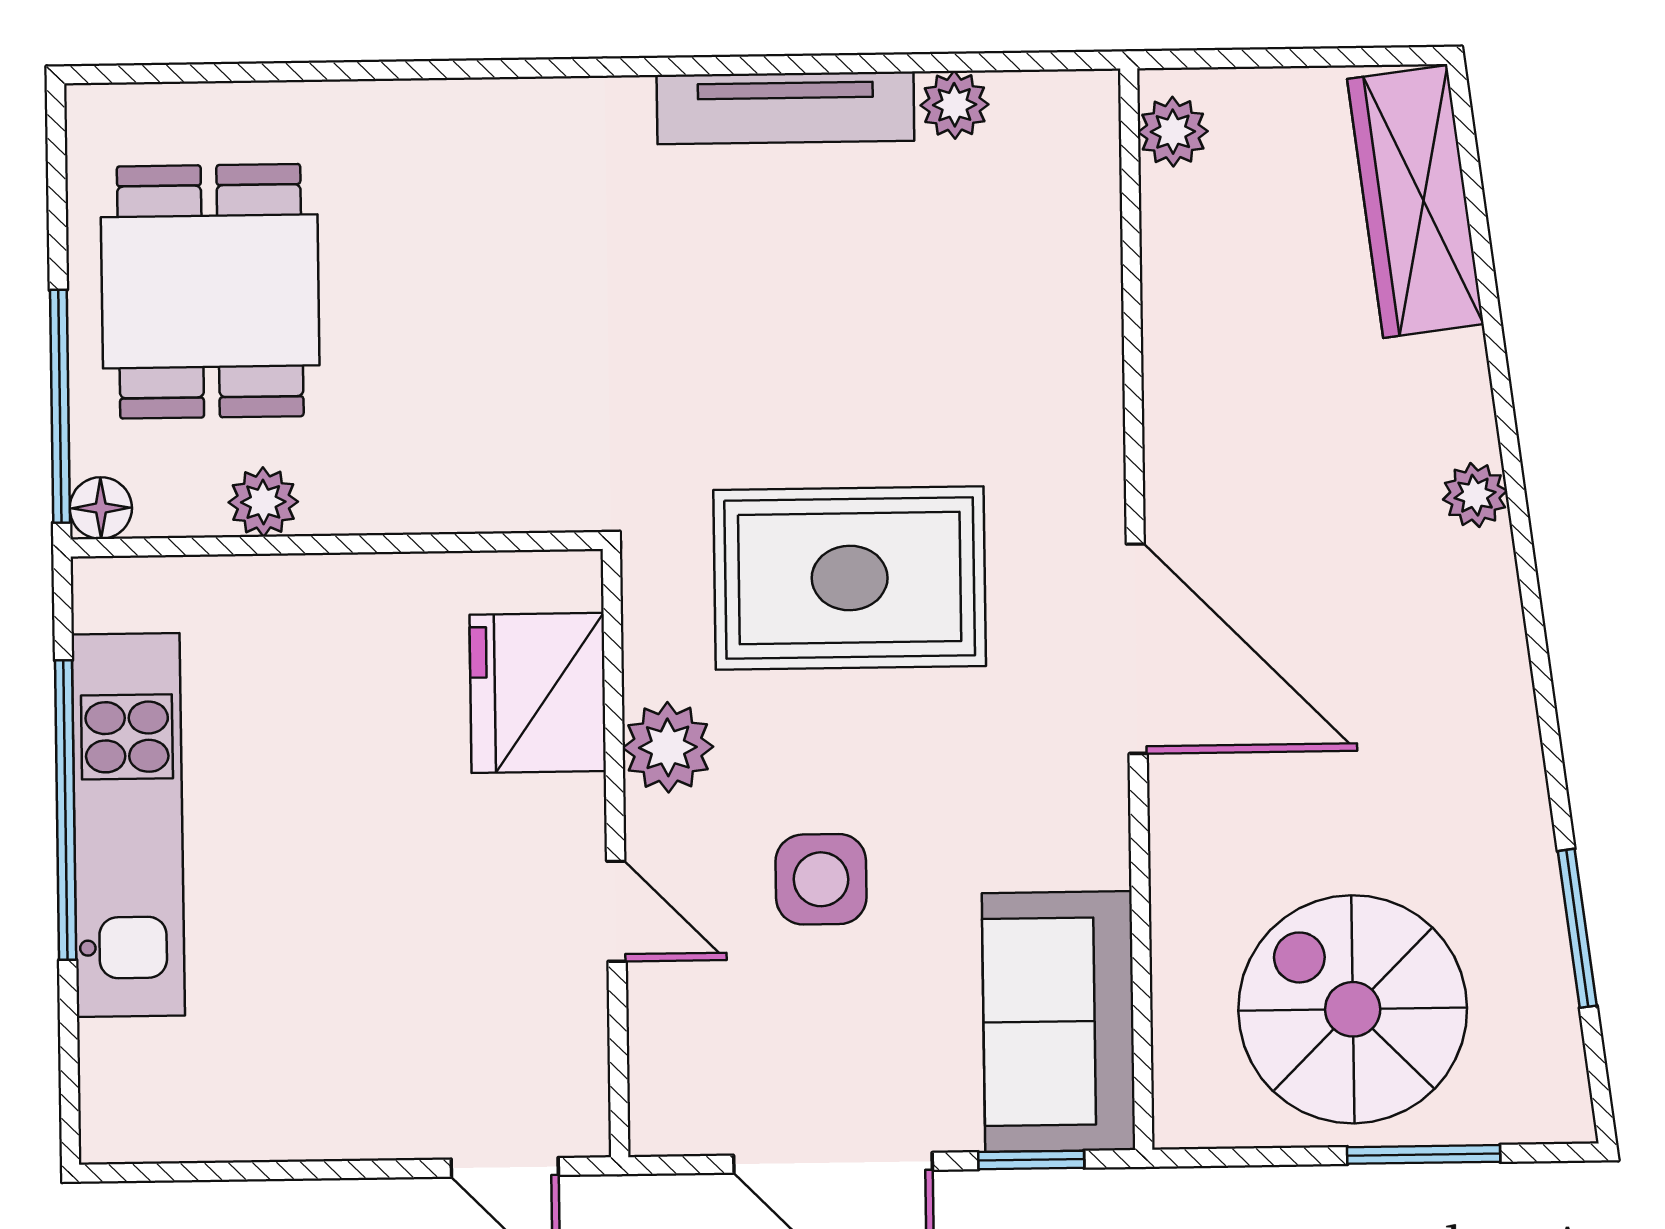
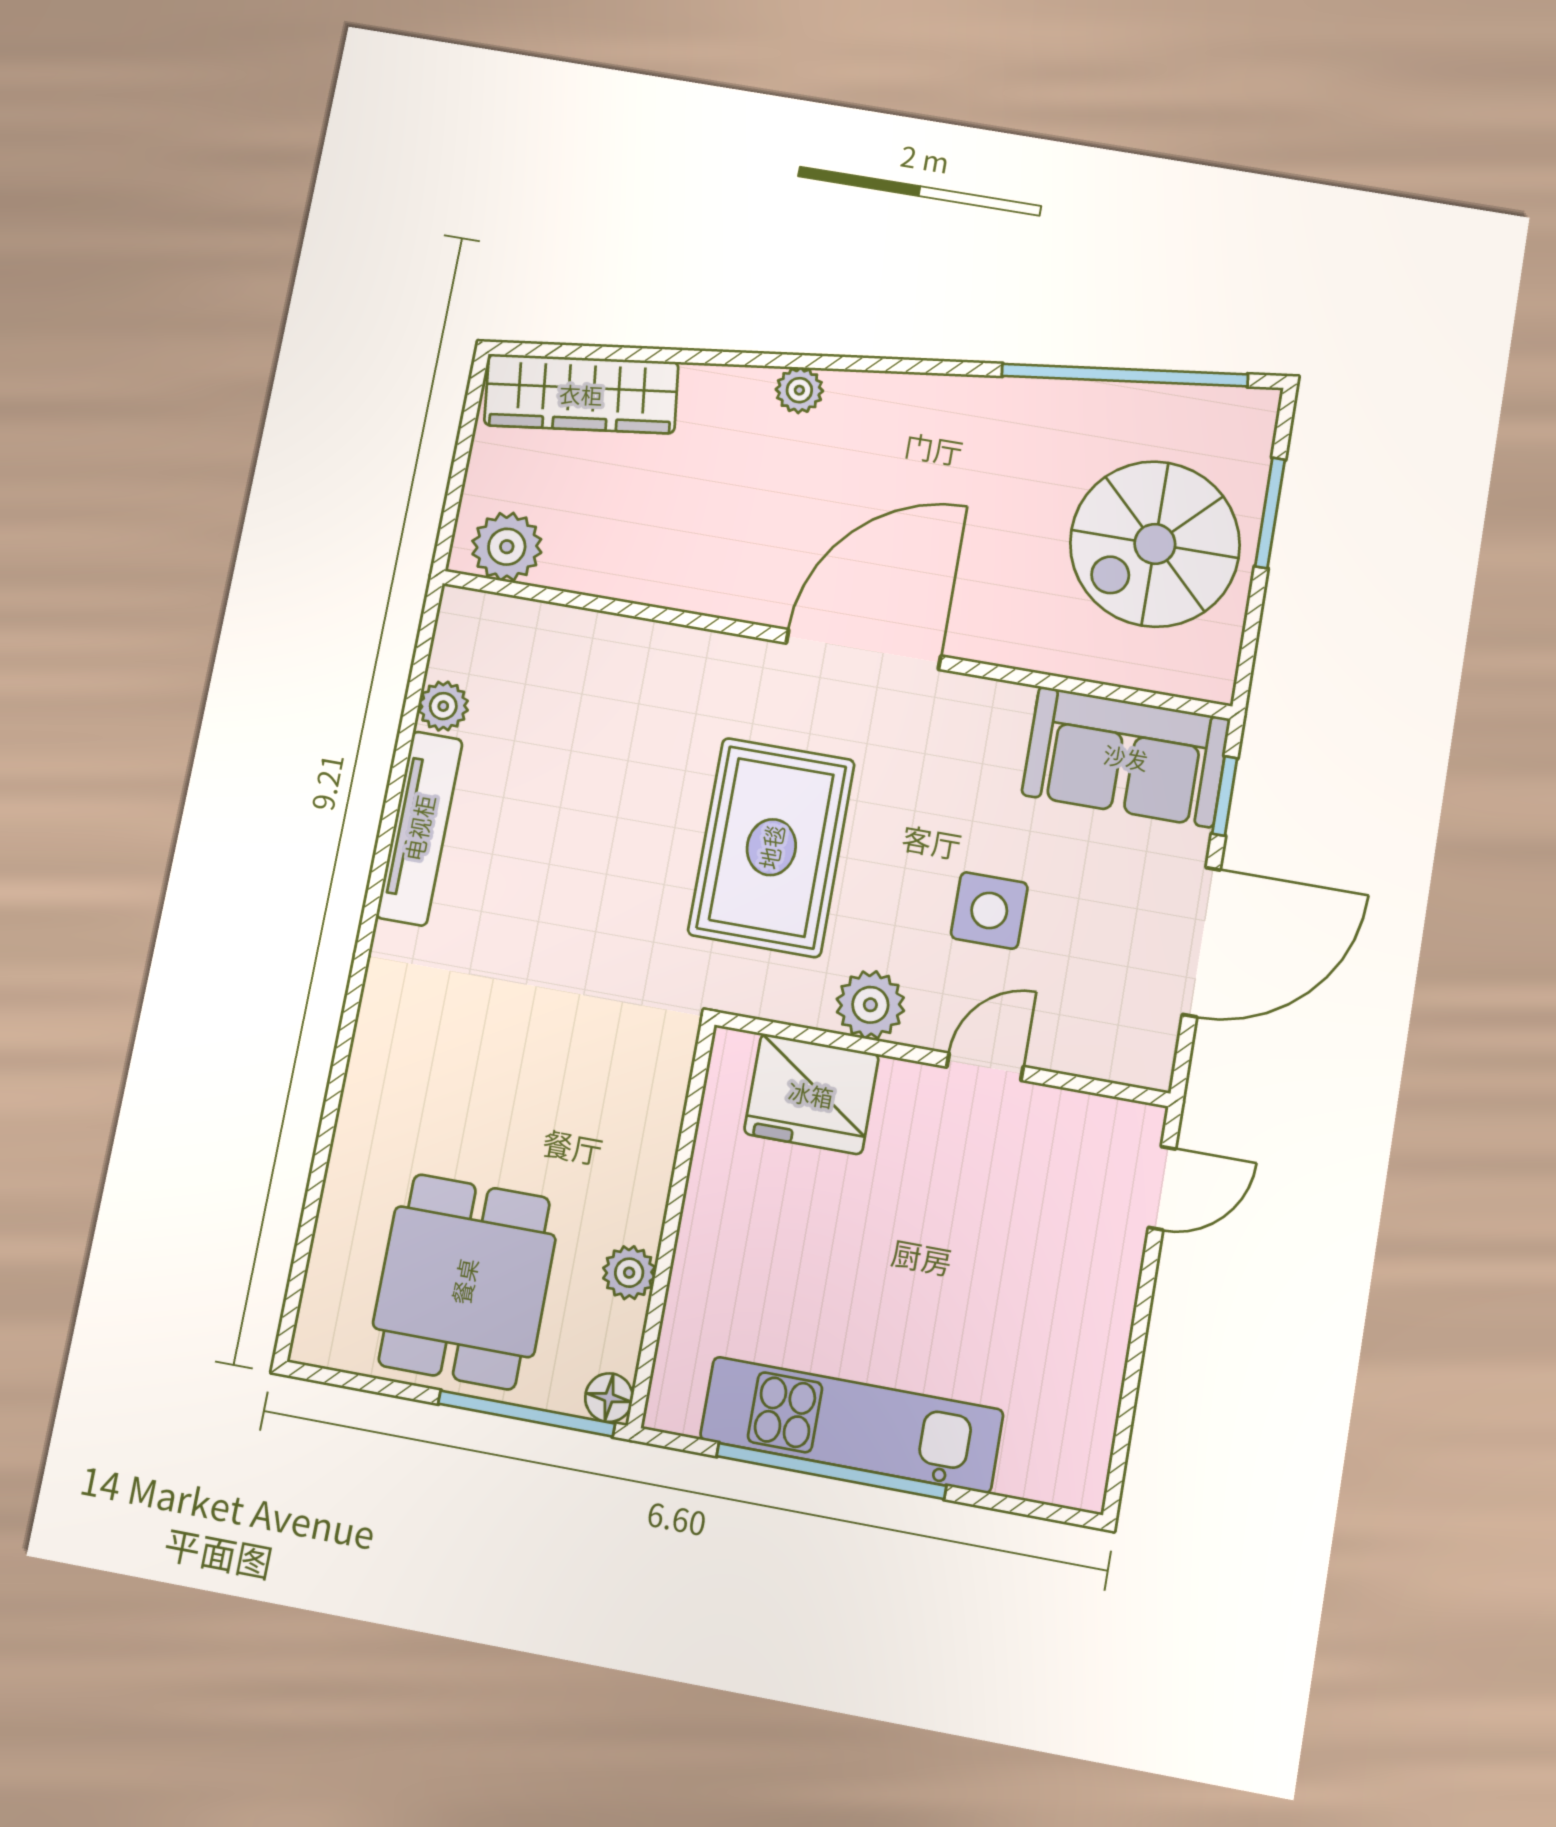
plant: (1173, 132) -> (507, 547), width x1.38, depth x1.38
dining table: (210, 291) -> (464, 1281), turned 90
window: (1577, 928) -> (1125, 375), width x2.11

